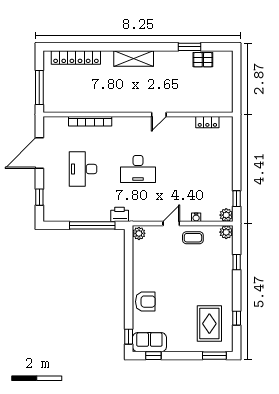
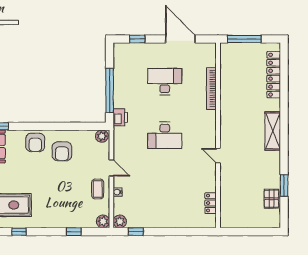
desk: (138, 169) -> (165, 135), turned -90
armchair: (154, 274) -> (62, 151), added

